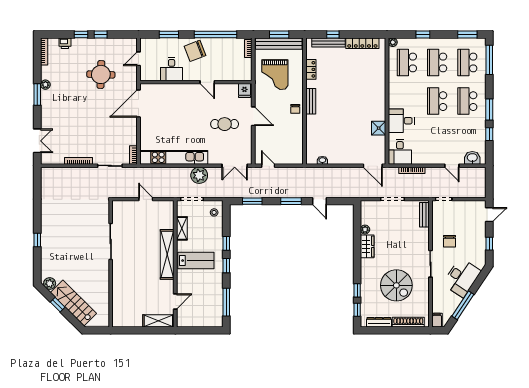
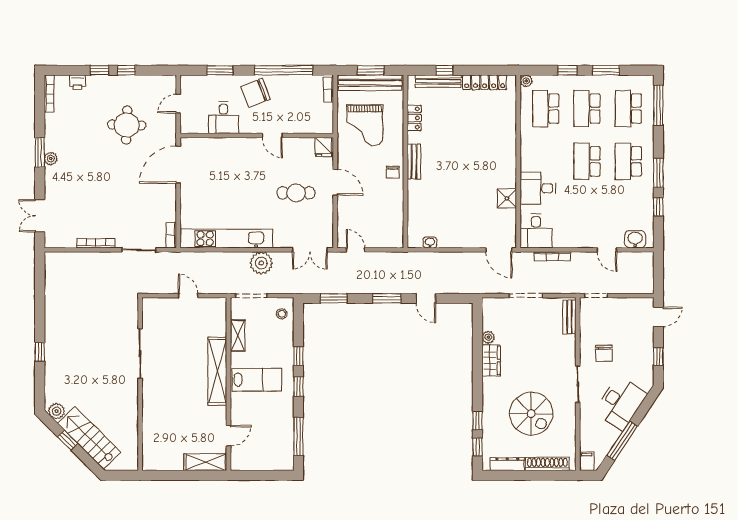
window: (467, 34) -> (606, 70), moved
plant: (45, 85) -> (51, 159), moved
double door: (37, 141) -> (40, 216), swing flipped

